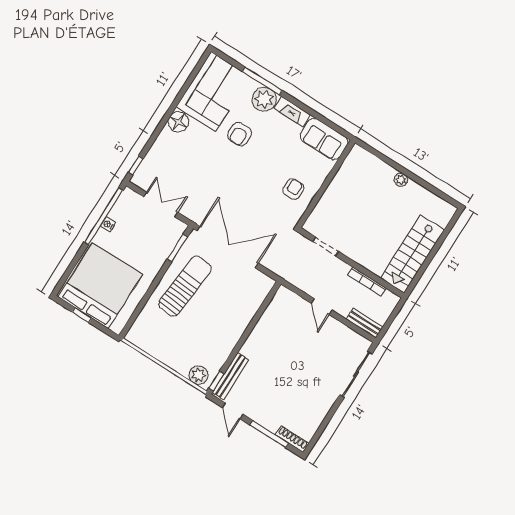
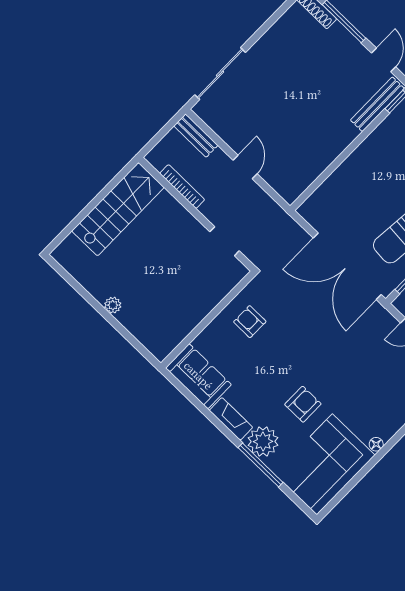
floor lamp: (178, 122) -> (376, 444), width x0.53, depth x0.53
armchair: (293, 189) -> (250, 322), turned 90

